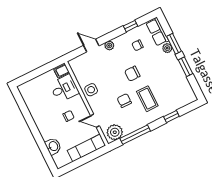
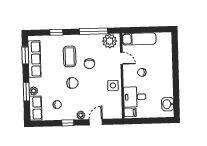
window: (131, 26) -> (68, 123), moved
door: (91, 46) -> (96, 122), swing flipped
window: (185, 67) -> (25, 55), moved
row of seats: (181, 80) -> (34, 59), added
washbasin: (53, 146) -> (168, 104), moved

